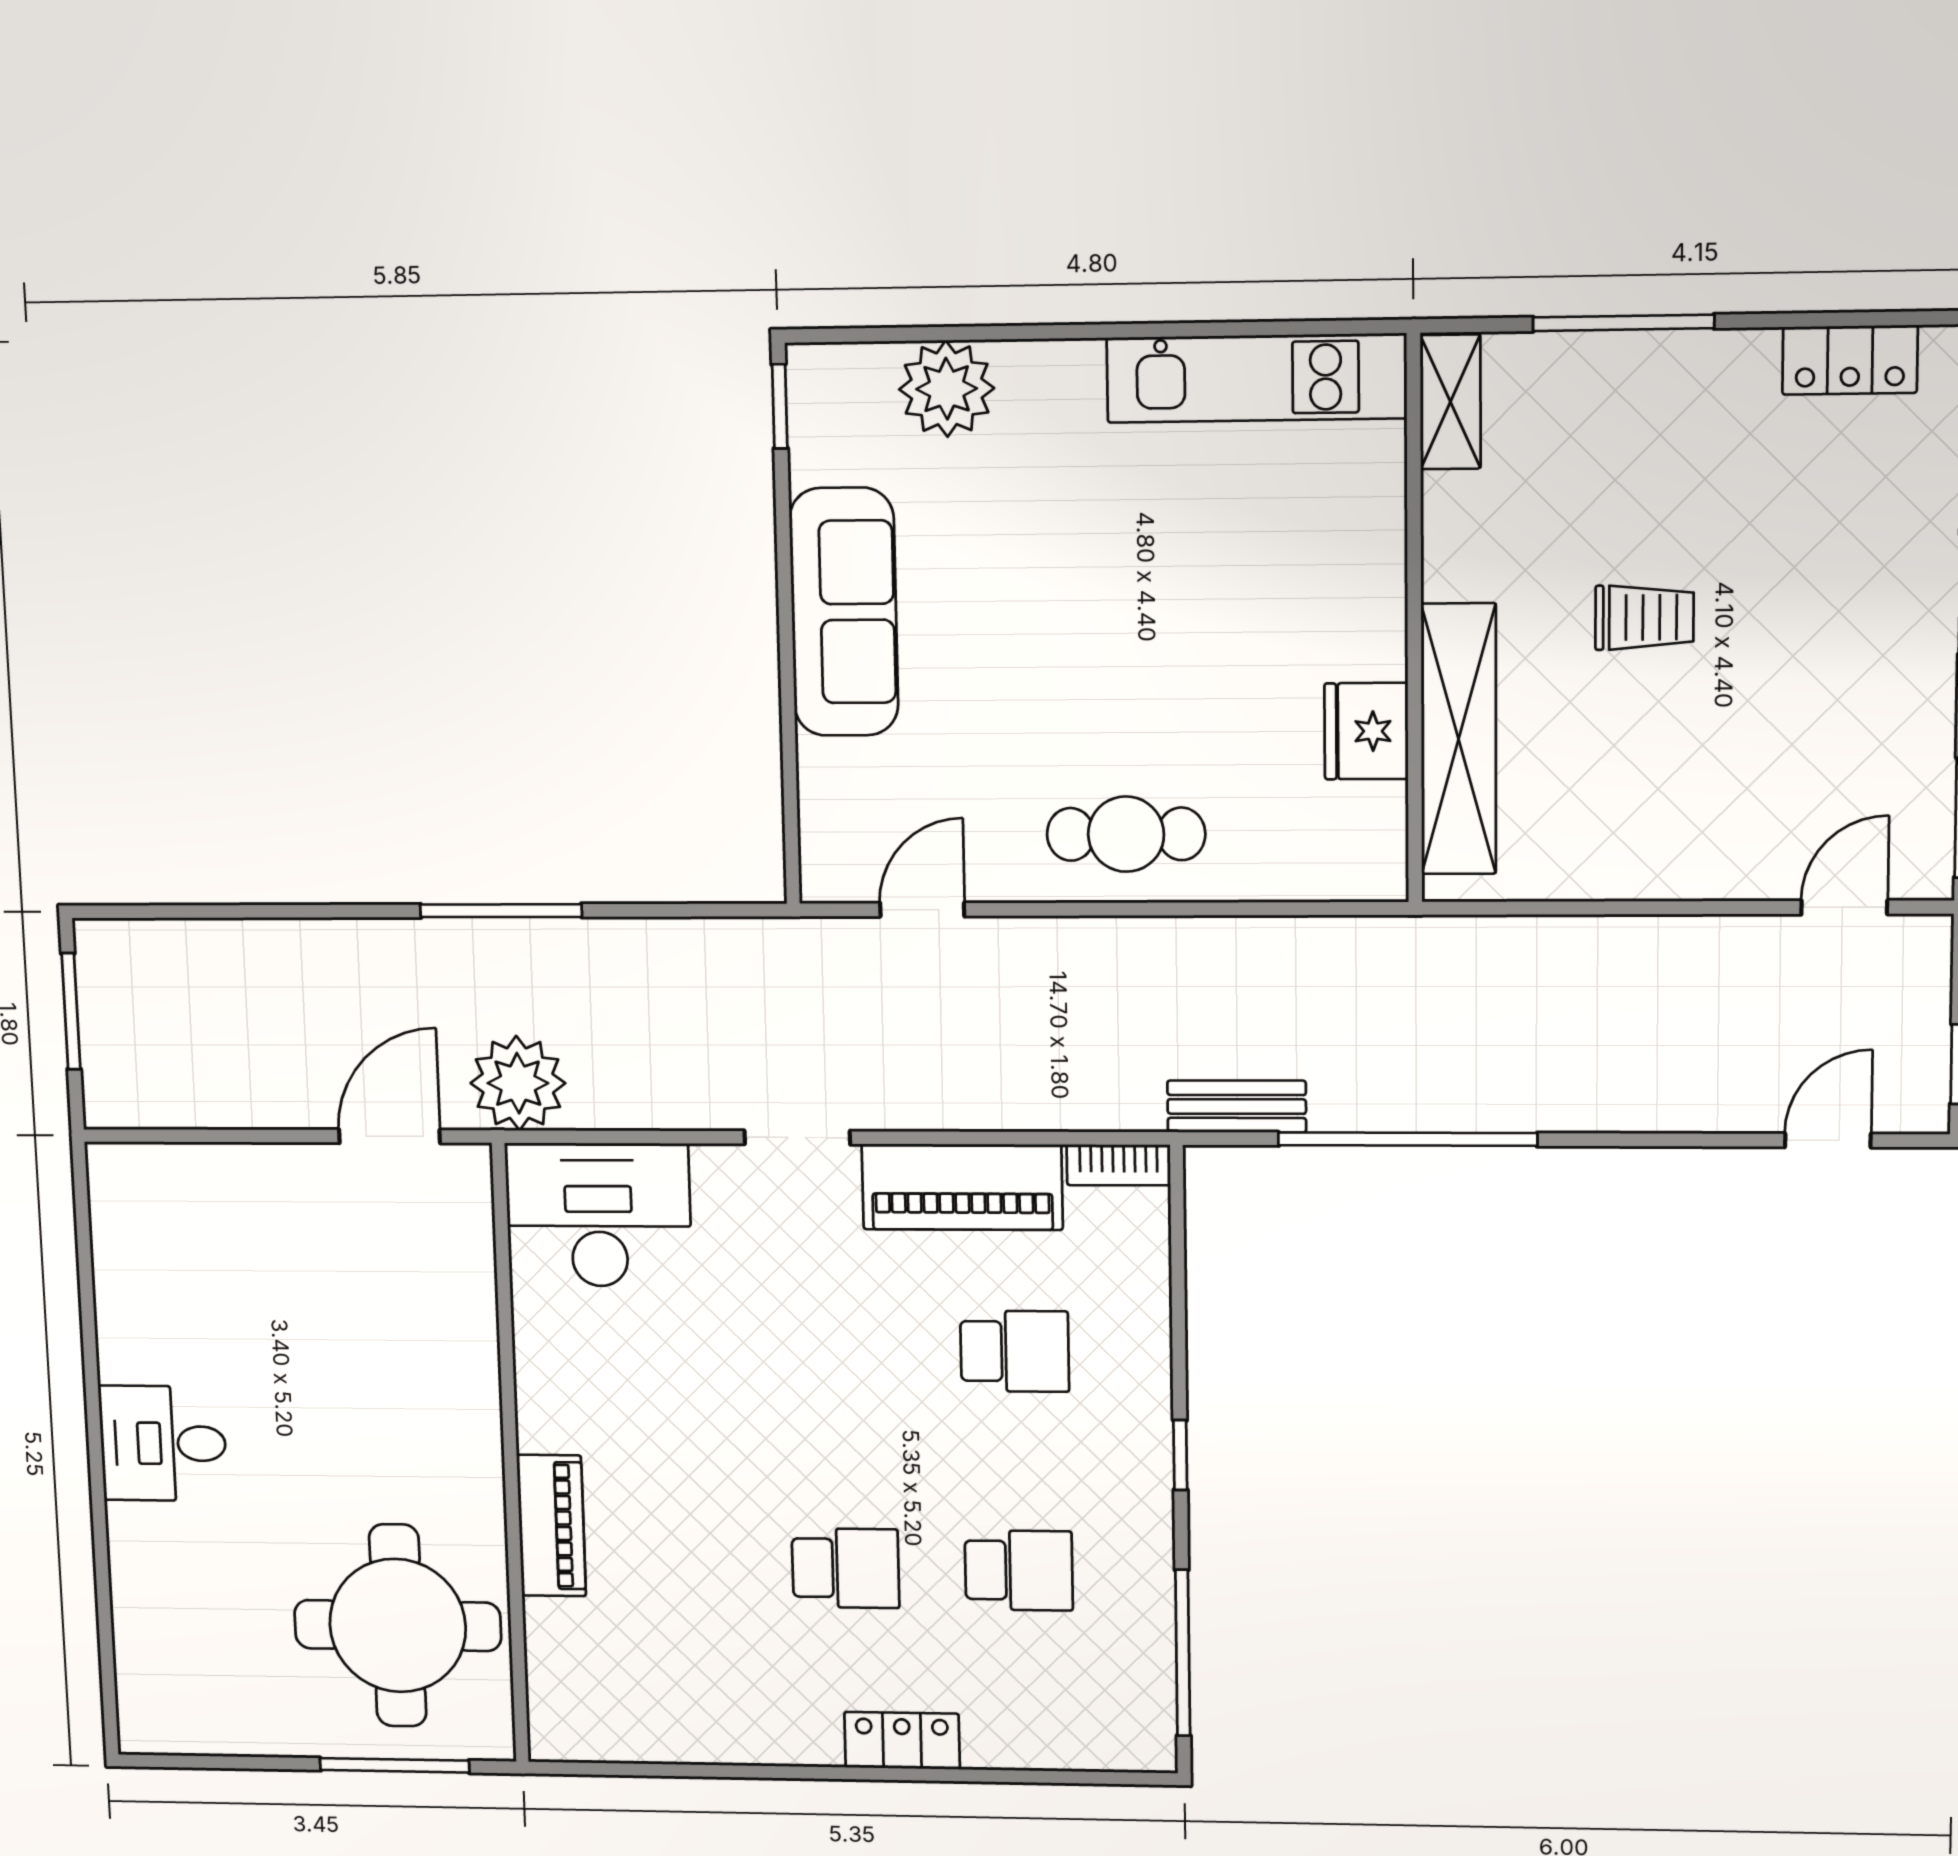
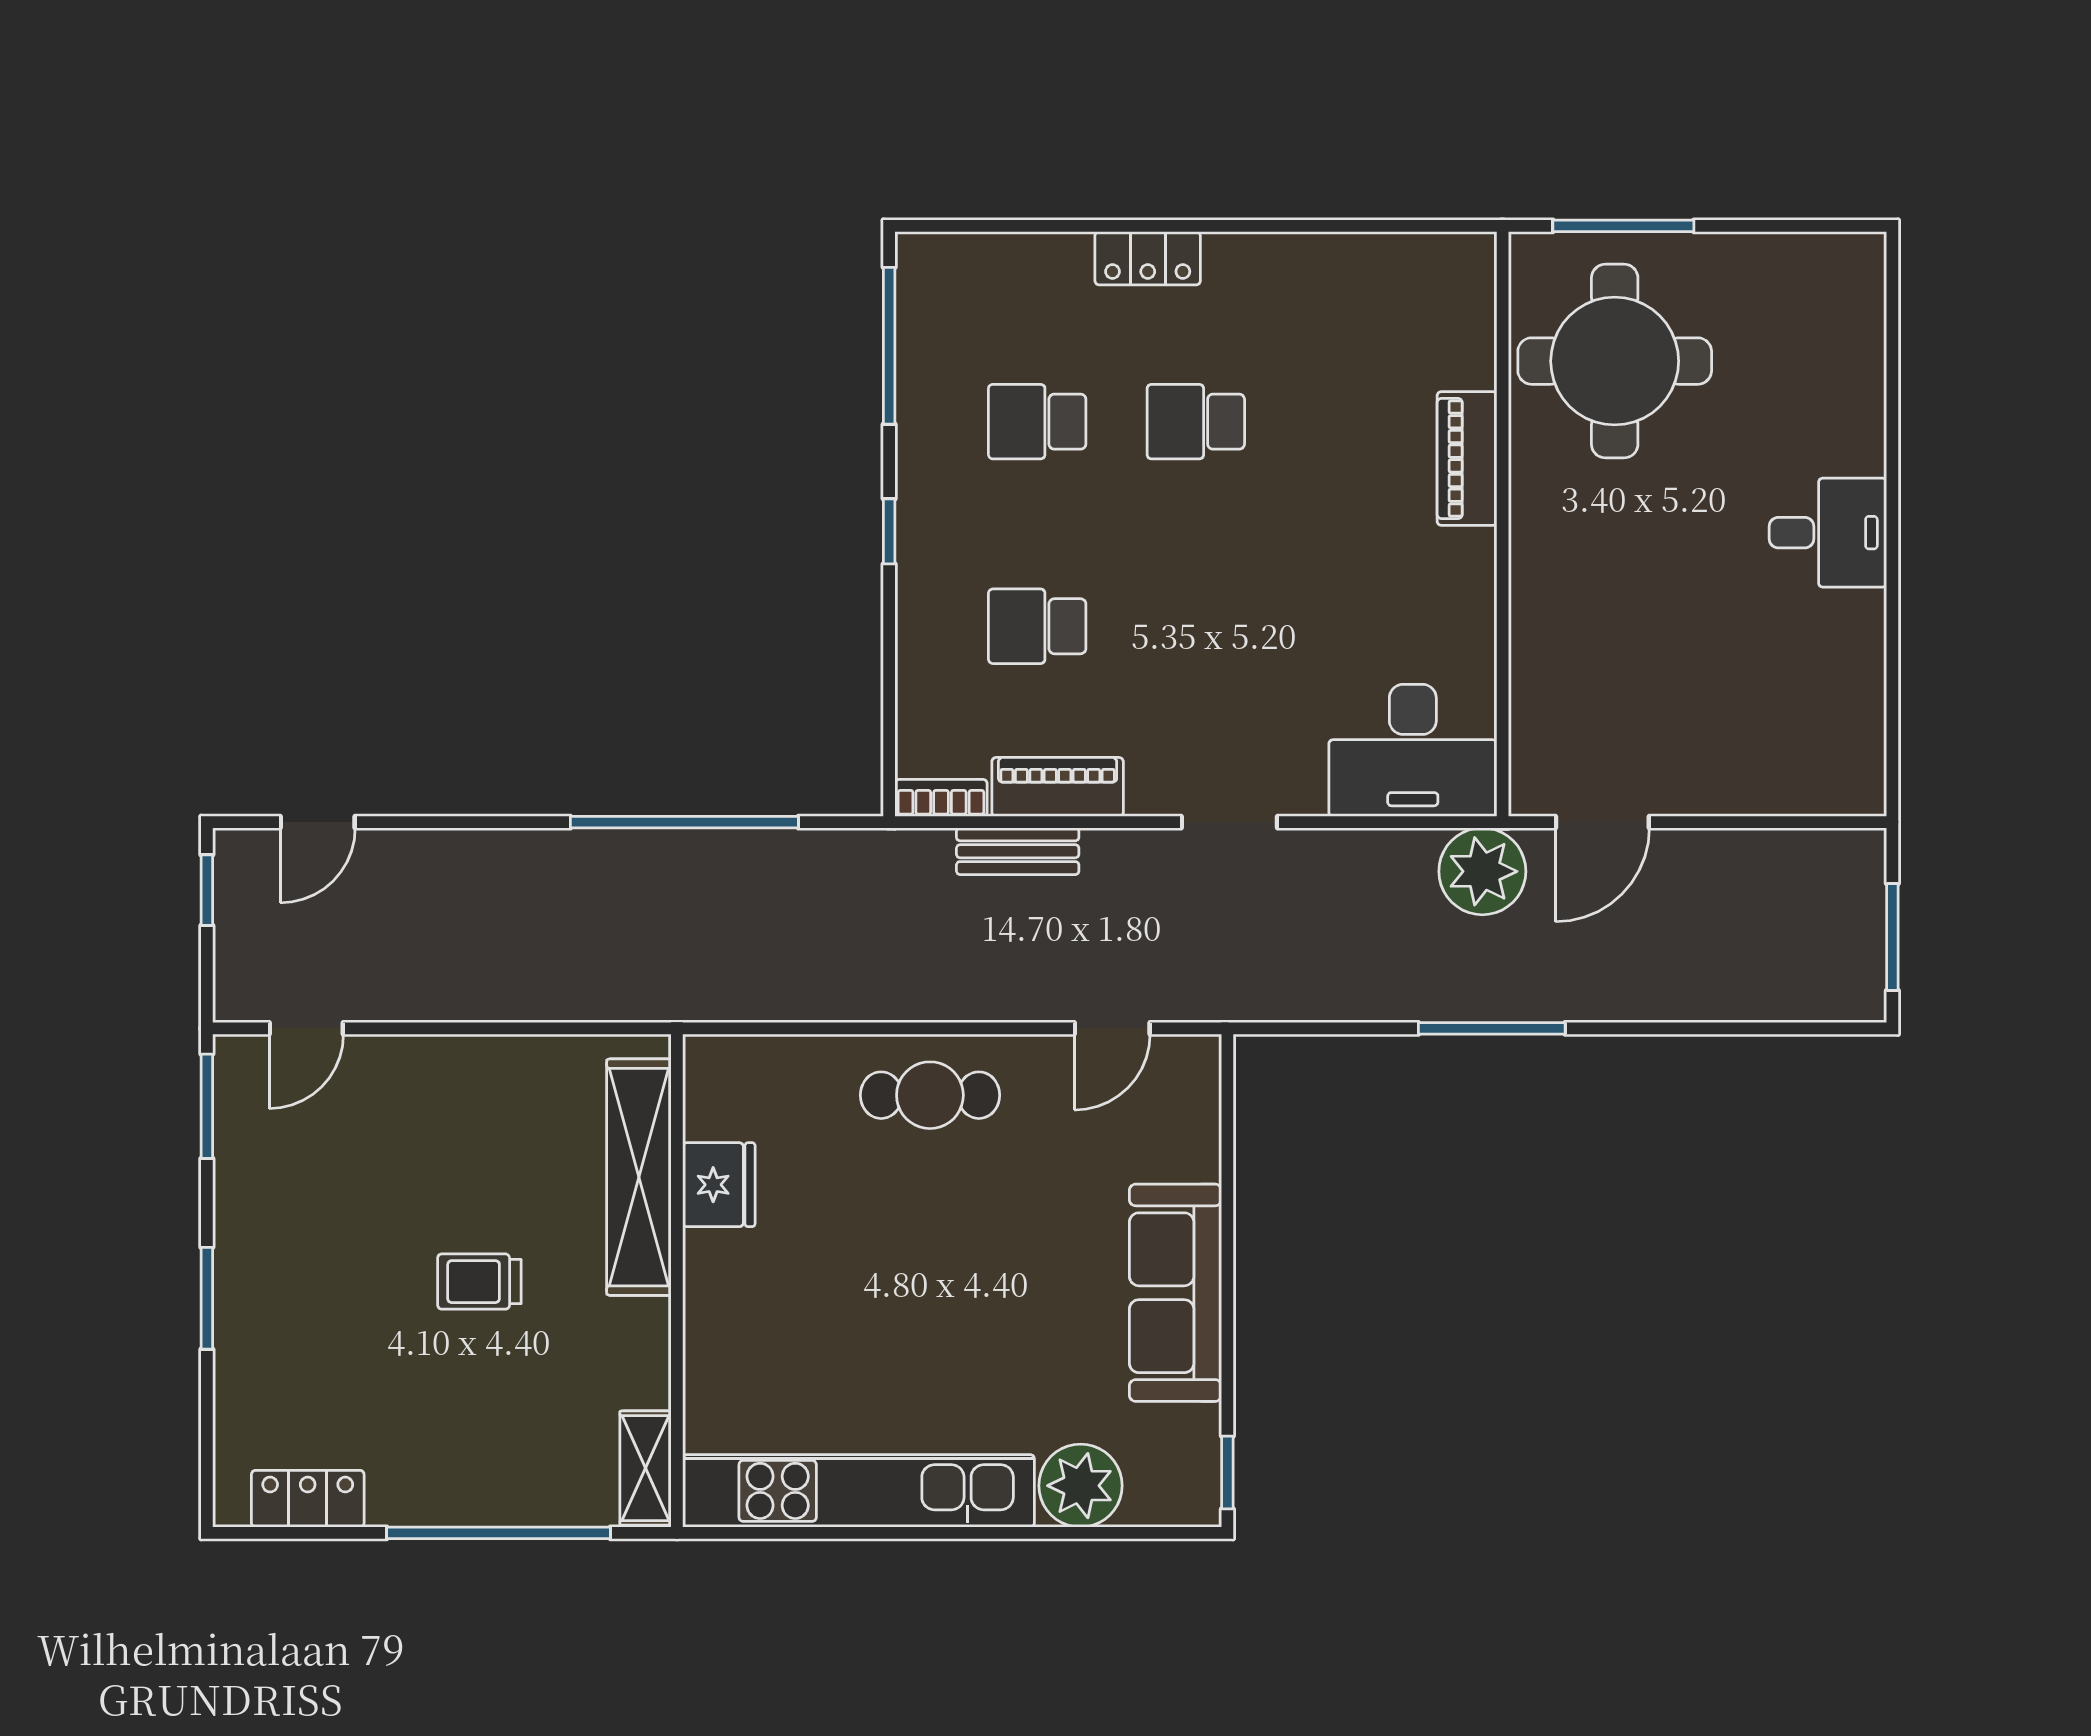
window: (1623, 323) -> (499, 1533), width x1.46
kitchen unit: (1257, 378) -> (859, 1491), width x1.36
bench: (1237, 1107) -> (1018, 851), moved
piano: (962, 1187) -> (1058, 787), width x0.73, depth x0.75

